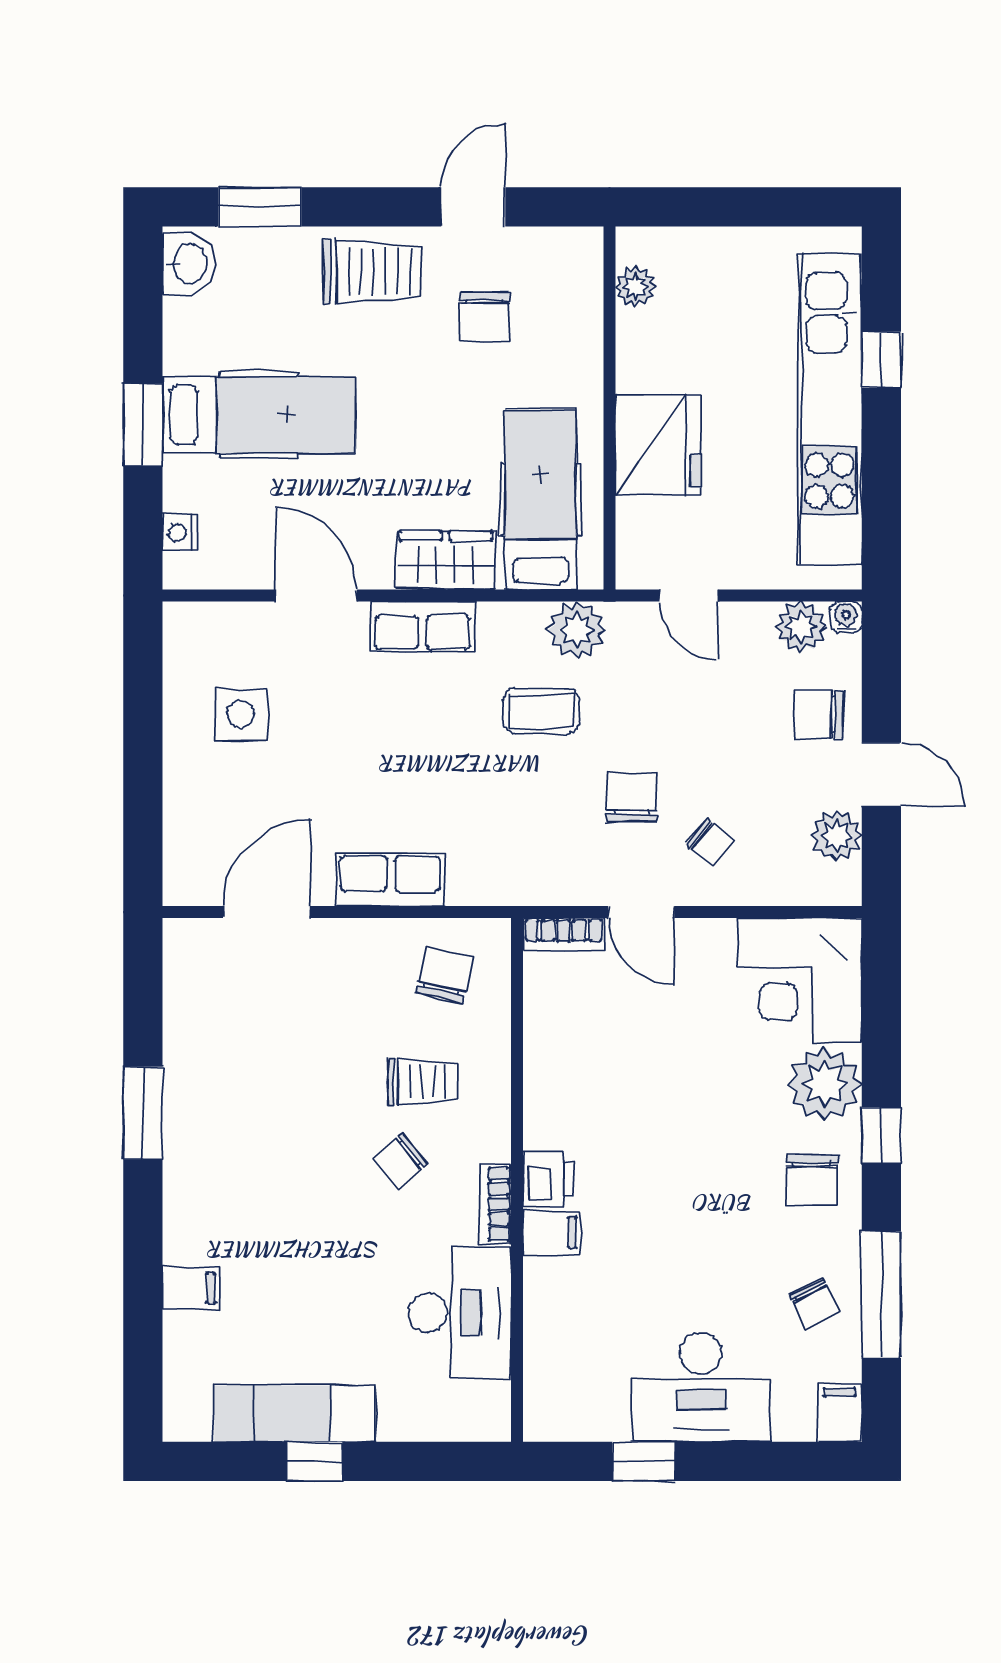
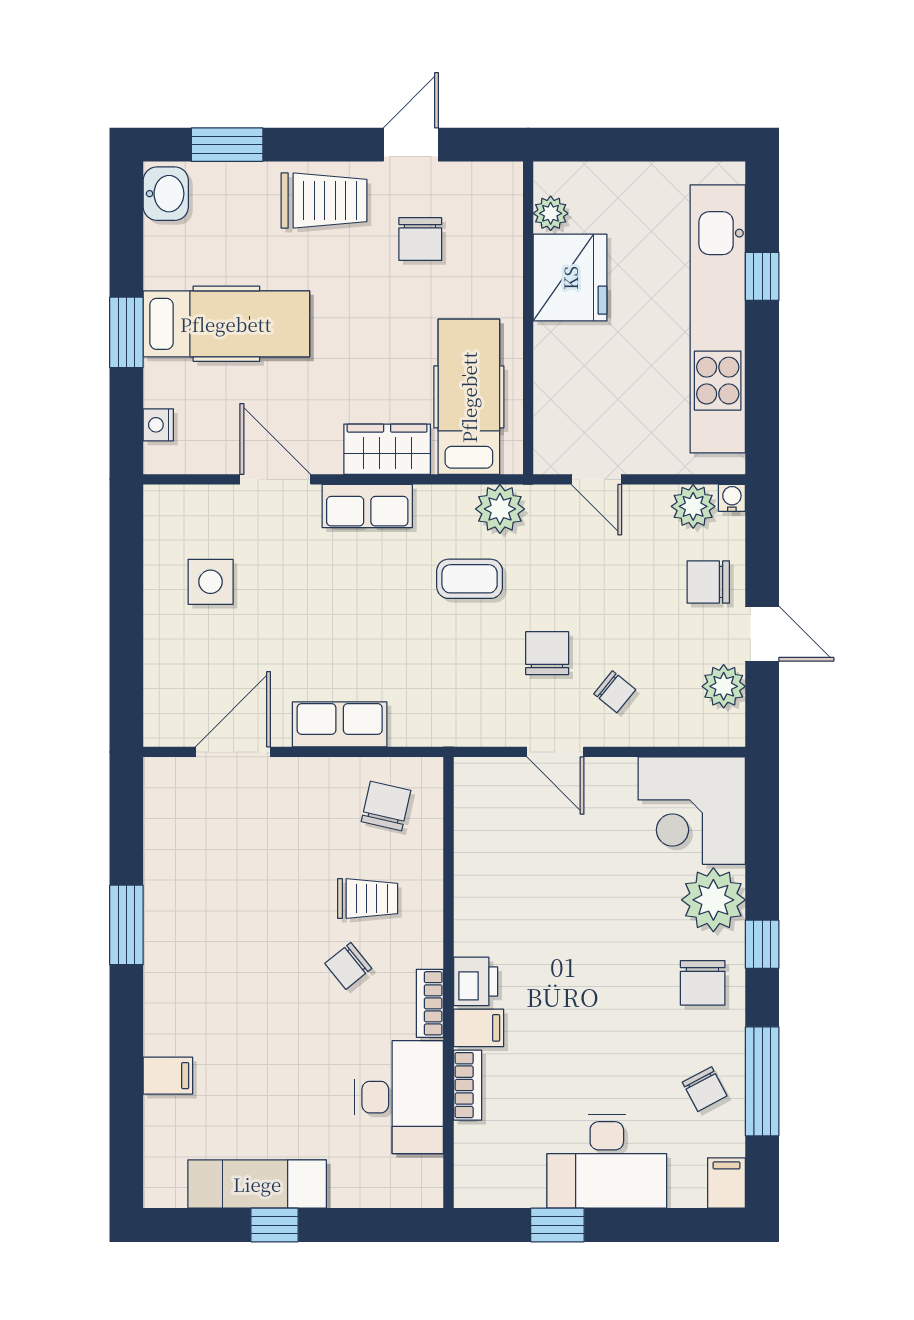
fridge: (658, 445) -> (570, 278), moved
bookcase: (564, 934) -> (468, 1085), moved, turned -90

